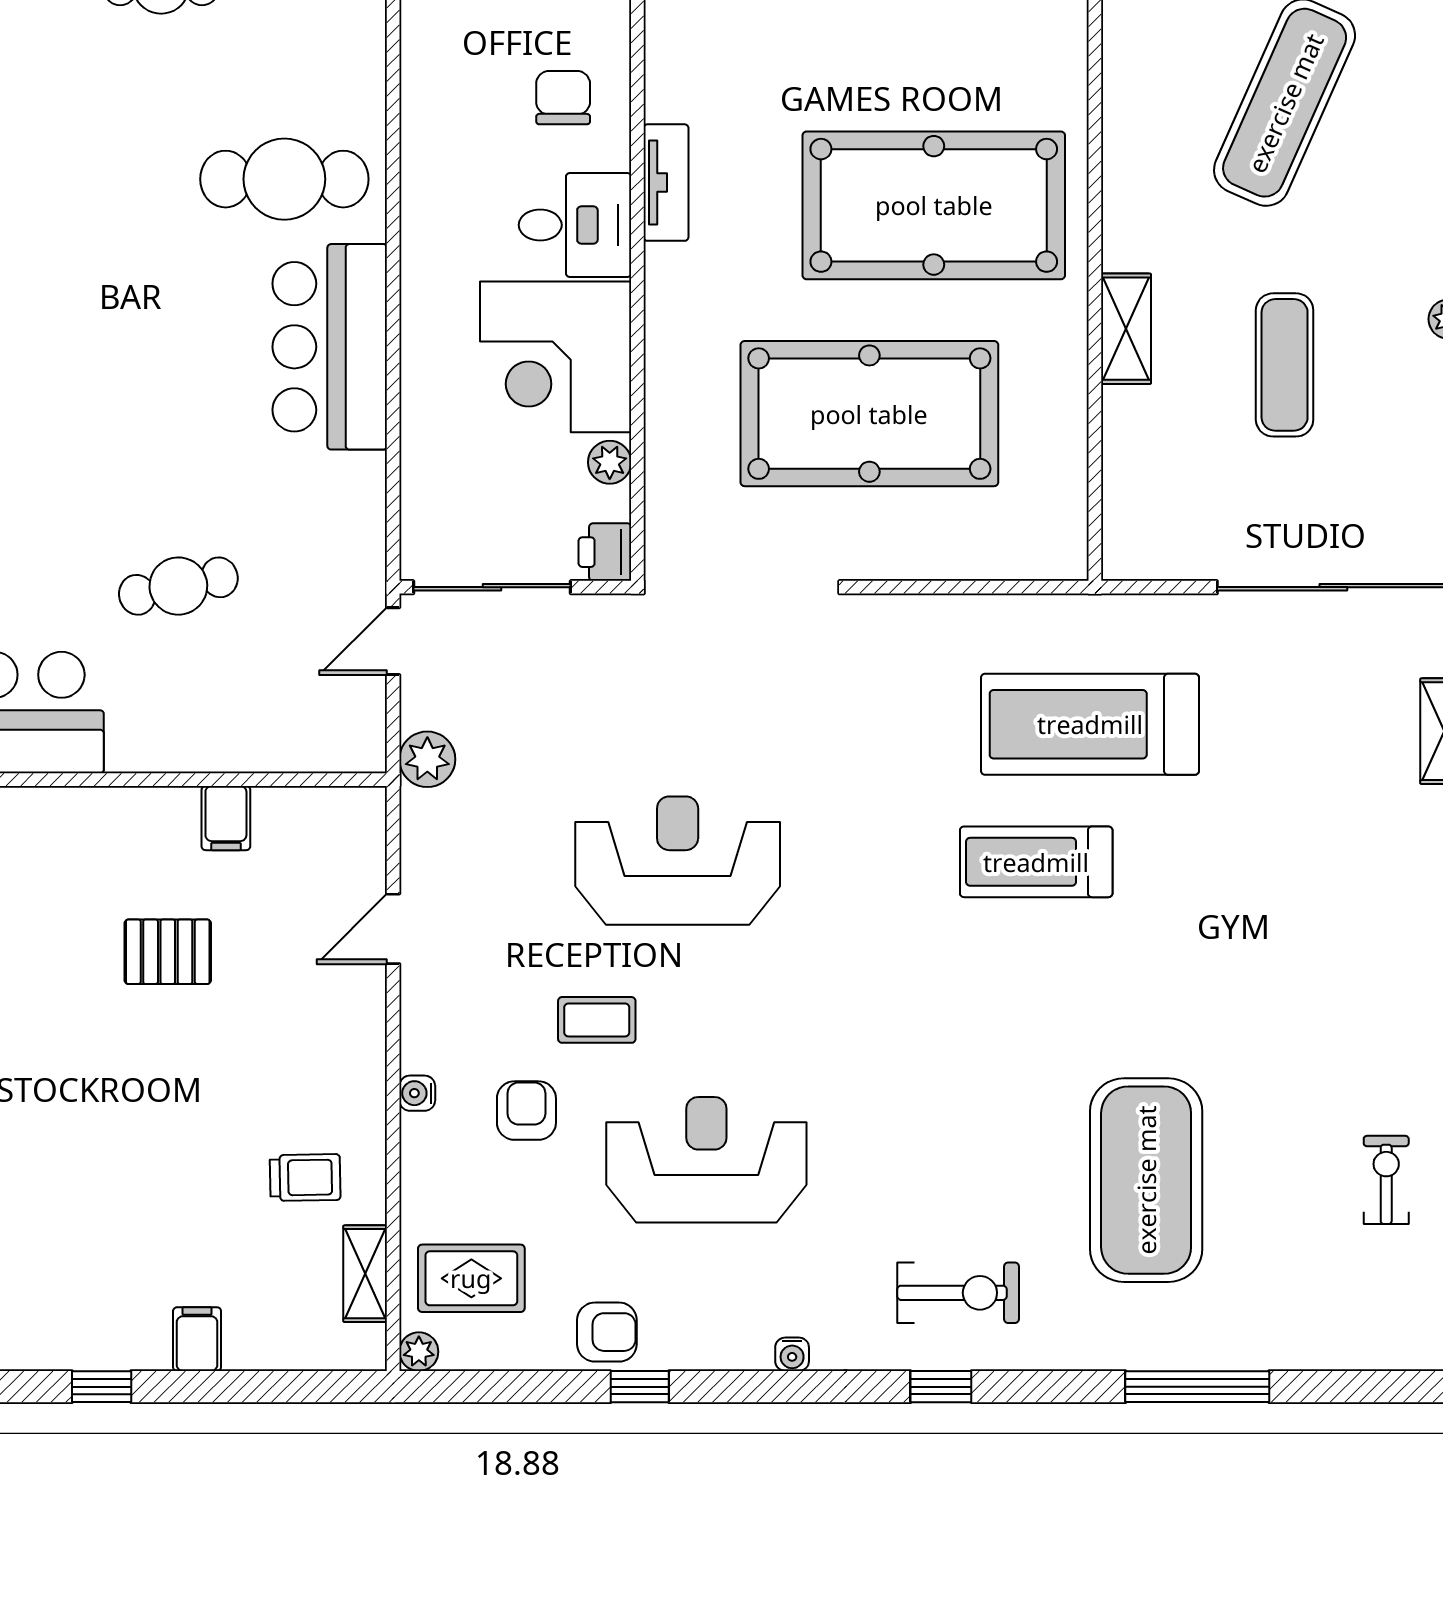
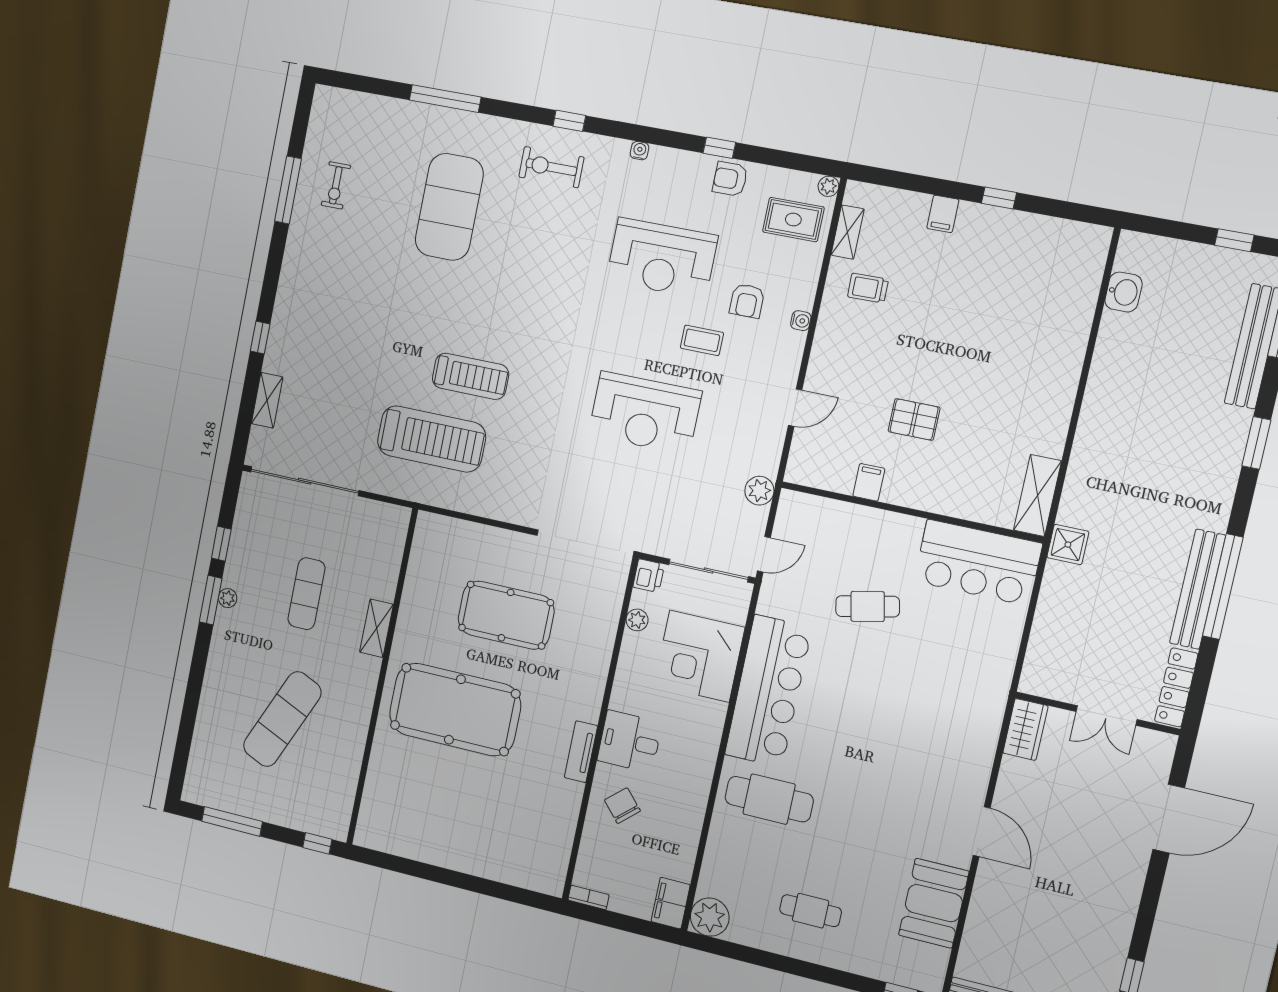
chair: (563, 98) -> (622, 806), turned 138
bar counter: (330, 347) -> (768, 691), width x1.36
corner desk: (556, 357) -> (699, 656), moved, turned 180
pool table: (869, 414) -> (506, 615), width x0.73, depth x0.76

